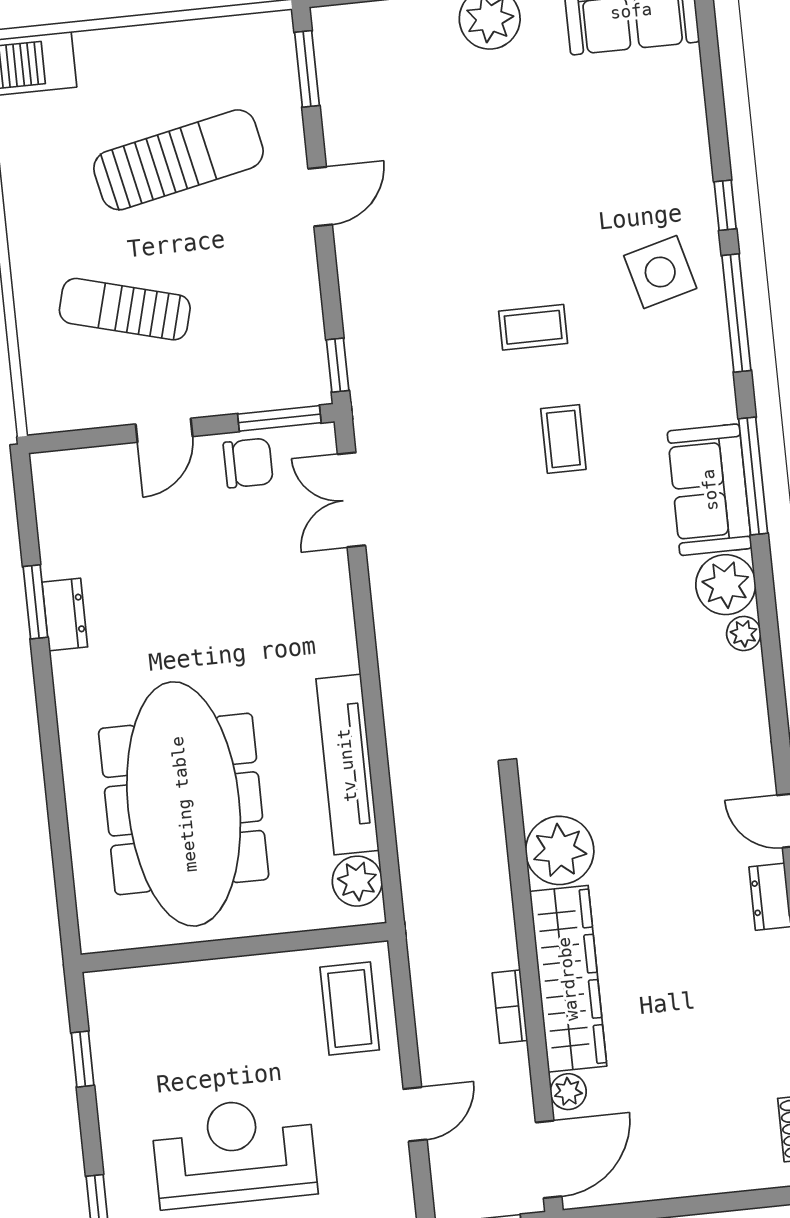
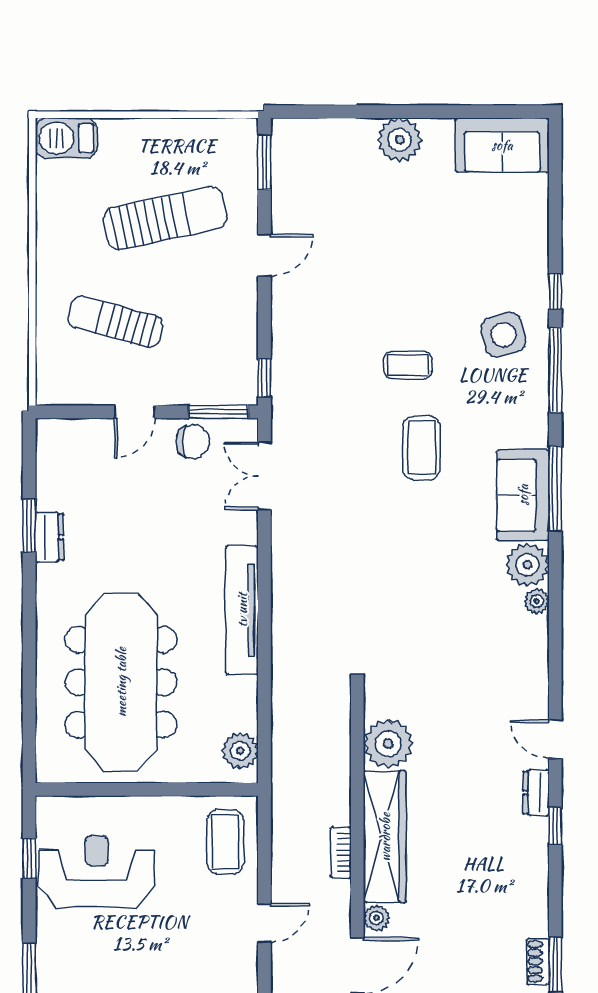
coffee table: (563, 439) -> (421, 448), width x1.36, depth x1.30
tv unit: (347, 765) -> (242, 610), moved
reception desk: (234, 1152) -> (97, 872), moved

